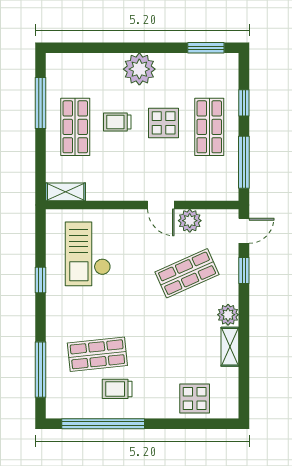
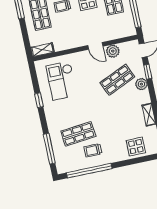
plant: (228, 315) -> (141, 84), moved

